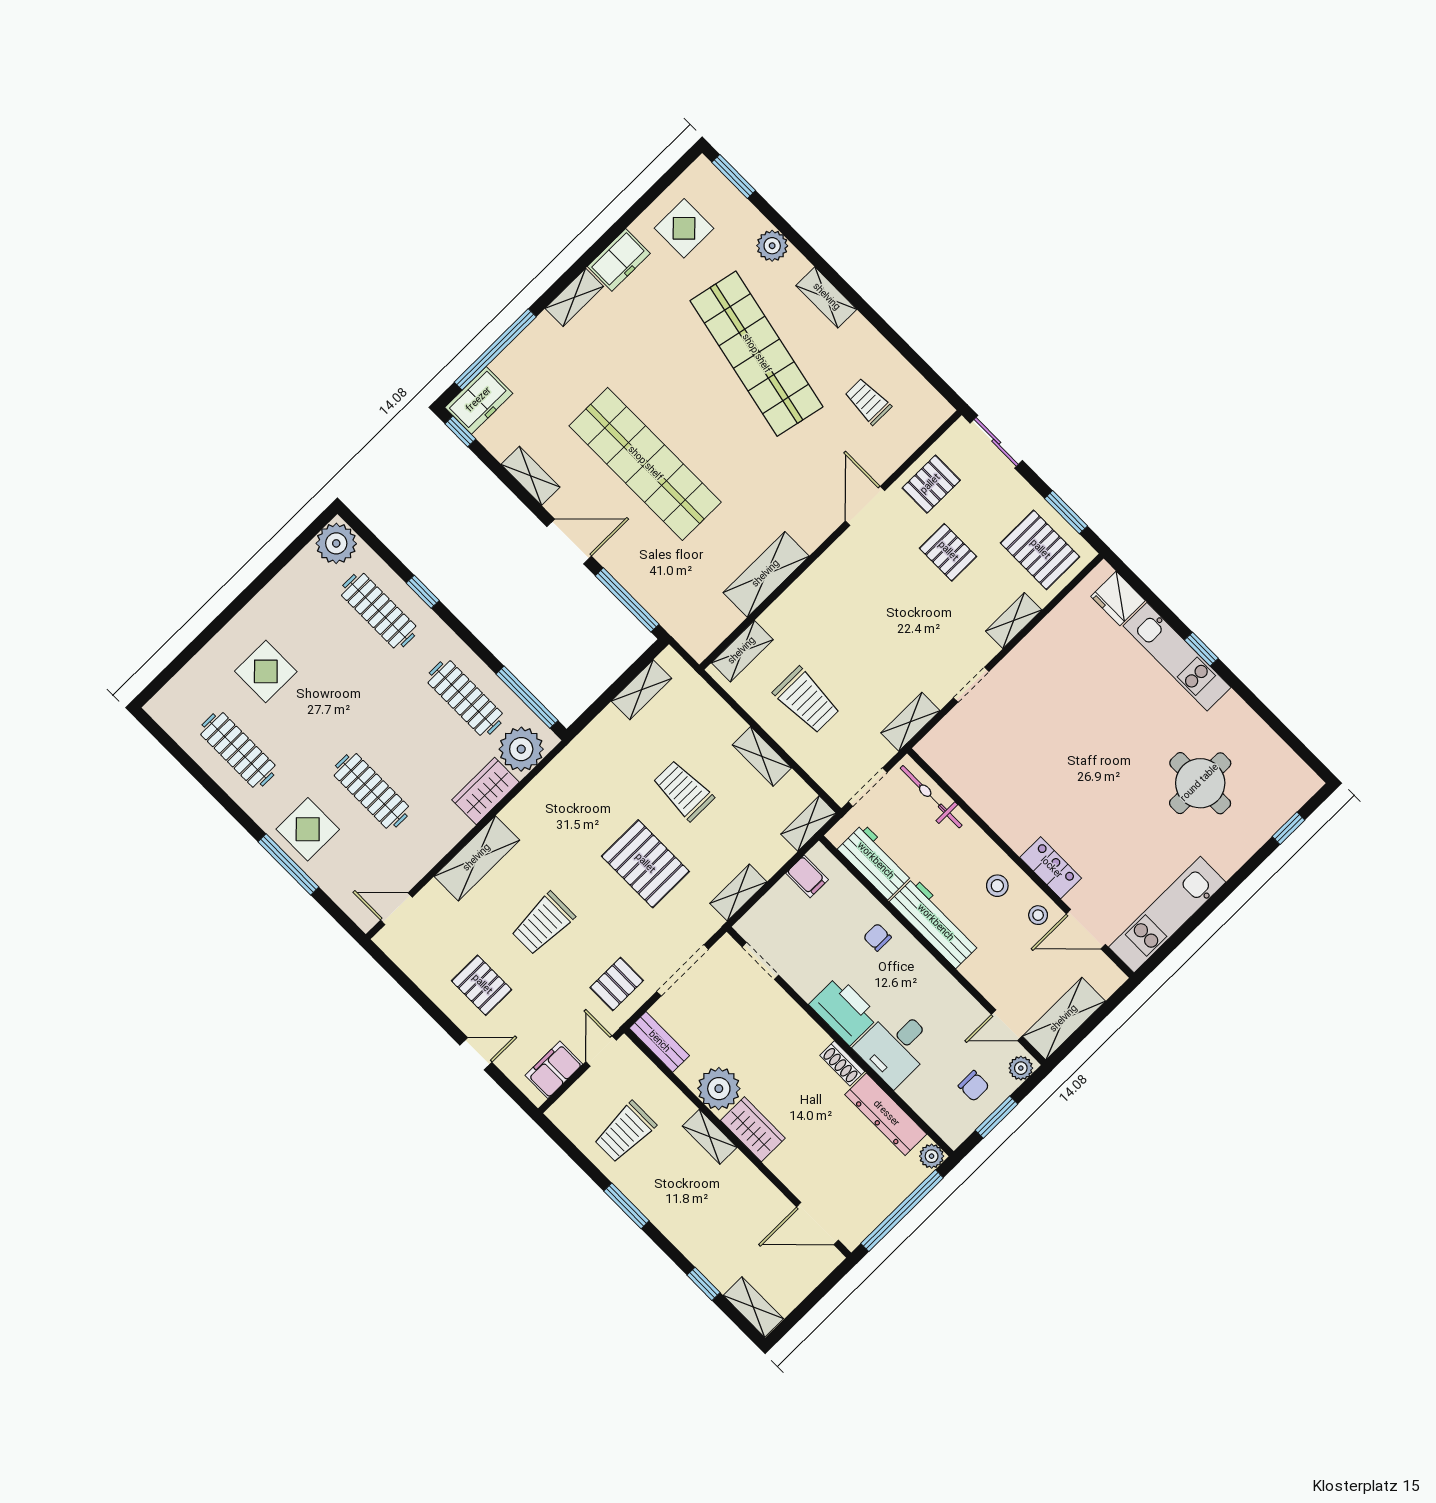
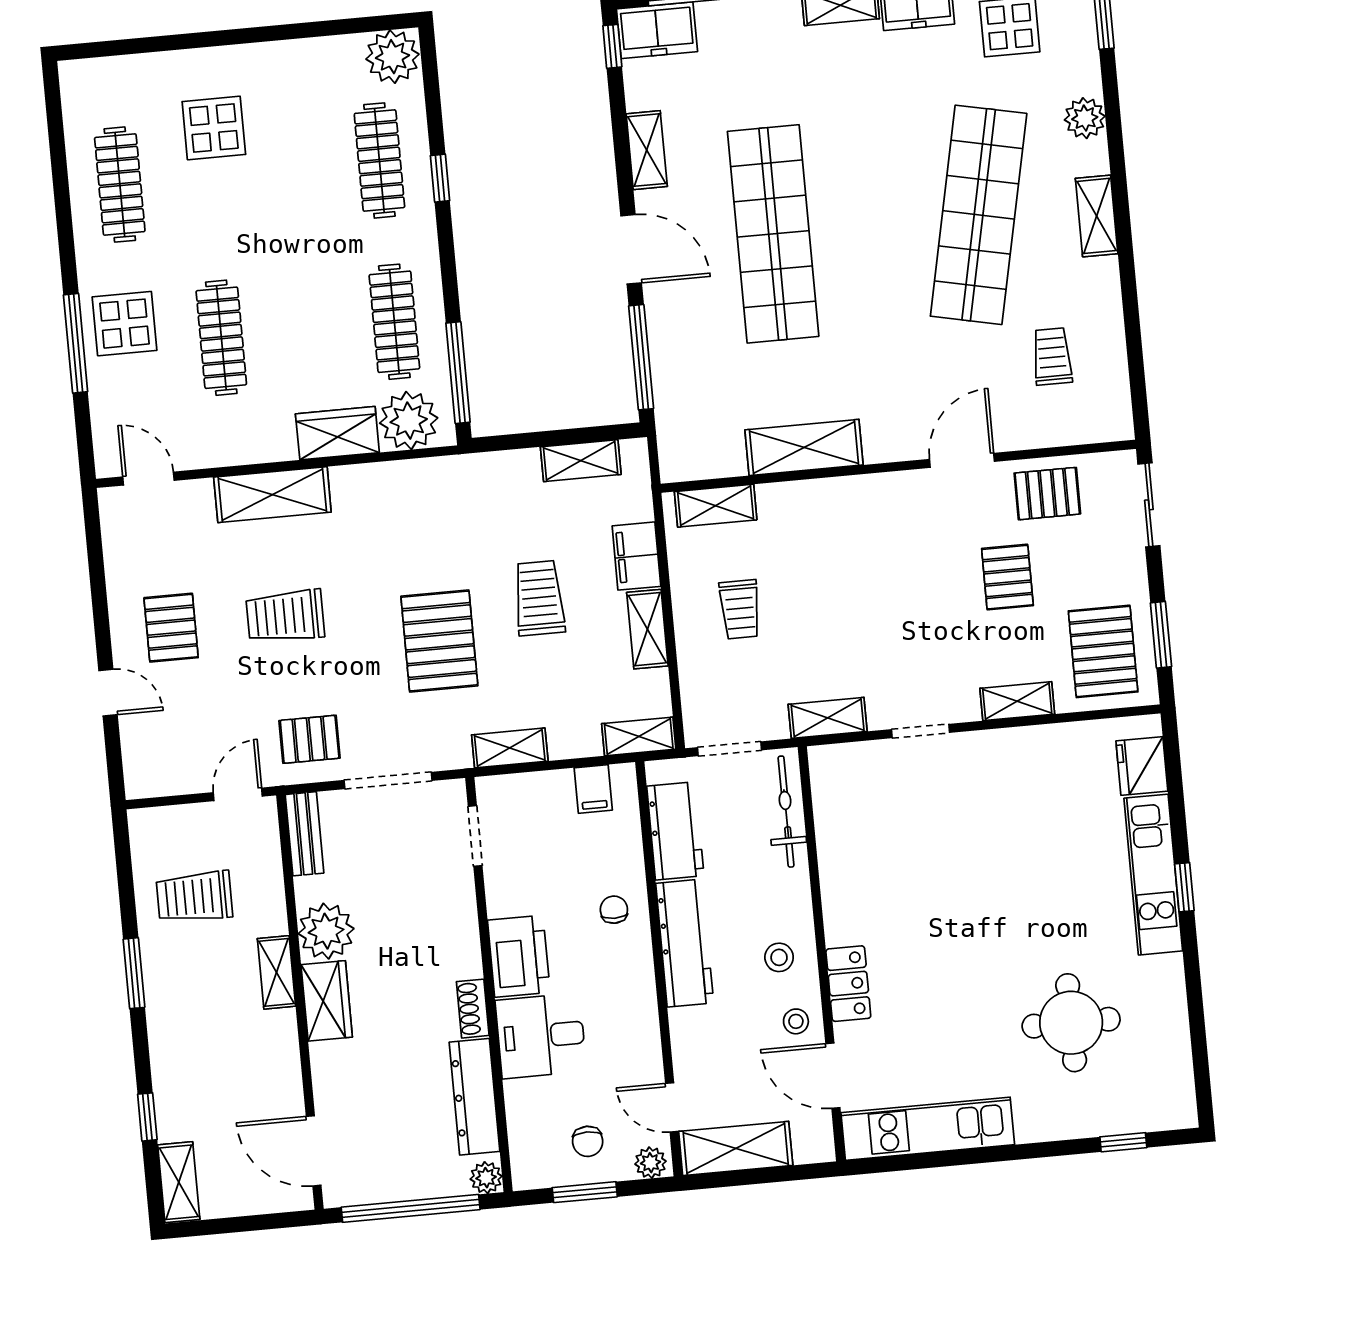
trolley: (807, 700) -> (740, 609), width x0.73, depth x0.72
filing cabinet: (554, 1070) -> (636, 556), moved, turned -90

